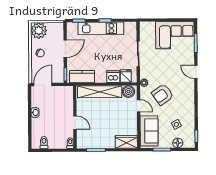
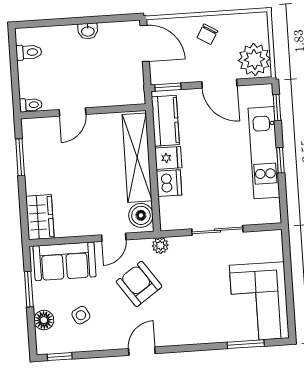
plant: (39, 31) -> (254, 59), moved
door: (196, 72) -> (142, 351), moved
fridge: (126, 76) -> (168, 158), moved

